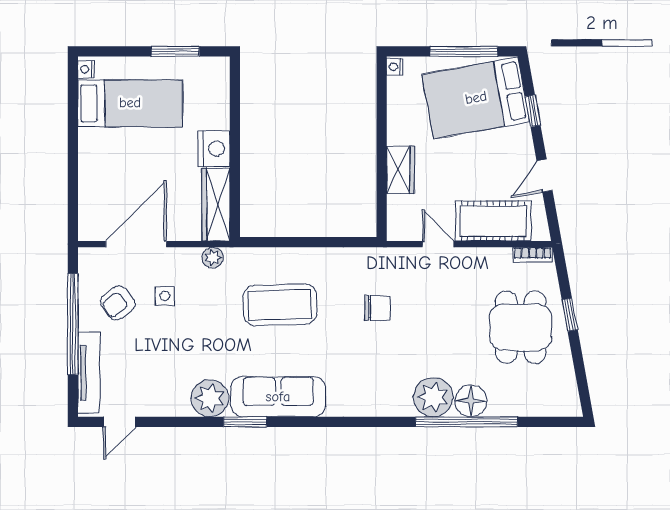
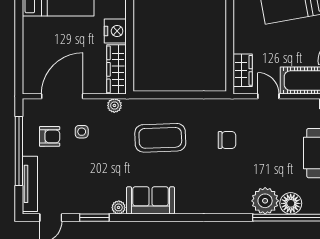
wardrobe: (400, 170) -> (243, 70), moved
armchair: (118, 303) -> (50, 136), turned -143
sofa: (278, 397) -> (151, 200), width x0.73
plant: (210, 398) -> (119, 207), width x0.53, depth x0.53
window: (245, 422) -> (94, 218), moved

